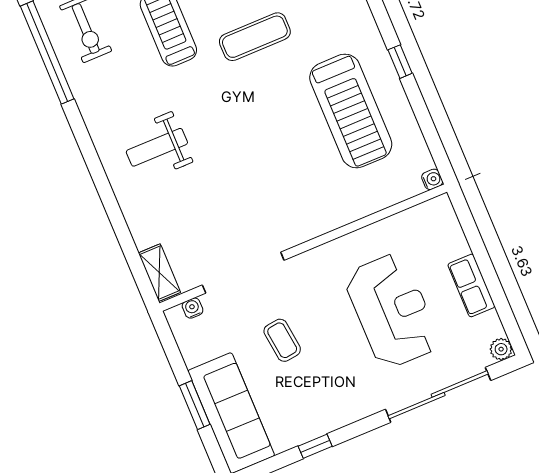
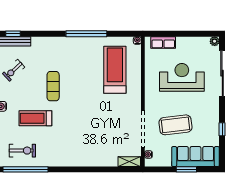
window: (400, 62) -> (86, 34), width x3.17
treadmill: (351, 111) -> (115, 70), moved, turned -90
weight bench: (157, 147) -> (80, 142), removed
row of seats: (471, 285) -> (163, 42), moved
coffee table: (282, 340) -> (175, 125), width x1.86, depth x1.72

